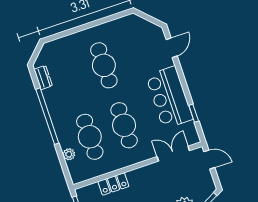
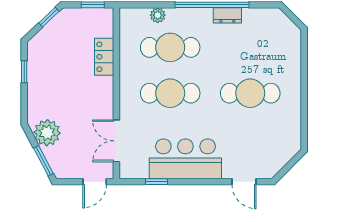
dresser: (43, 78) -> (227, 15), moved
double door: (173, 154) -> (116, 141), swing flipped

